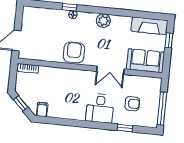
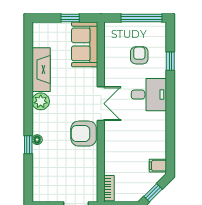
fireplace: (149, 26) -> (41, 70), moved
window: (169, 40) -> (70, 18), moved
double door: (110, 70) -> (101, 104), moved

